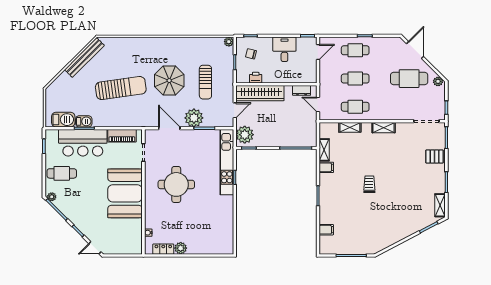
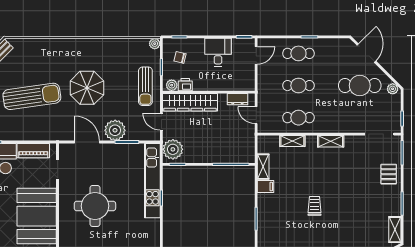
plant: (244, 78) -> (172, 85), added
sun lounger: (205, 82) -> (145, 86), moved
door: (235, 110) -> (161, 122), swing flipped
pallet: (435, 157) -> (389, 174), turned 90

